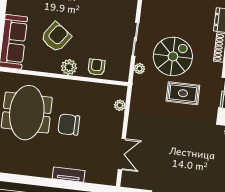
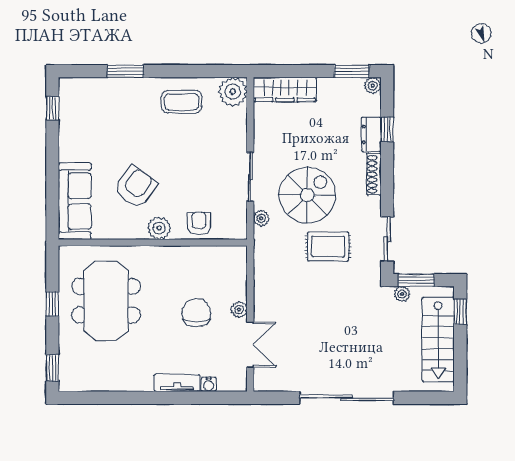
plant: (120, 105) -> (239, 310), moved
chair: (69, 125) -> (196, 313), moved, turned 90
water cooler: (90, 178) -> (209, 384), added

